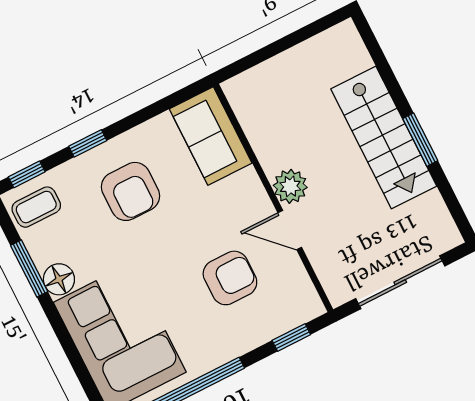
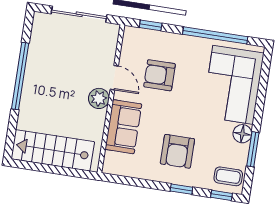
sofa: (211, 136) -> (123, 127), moved
stairs: (384, 138) -> (53, 150), moved, turned -90
window: (420, 140) -> (20, 76), width x2.11
armchair: (130, 191) -> (177, 151), turned 180

